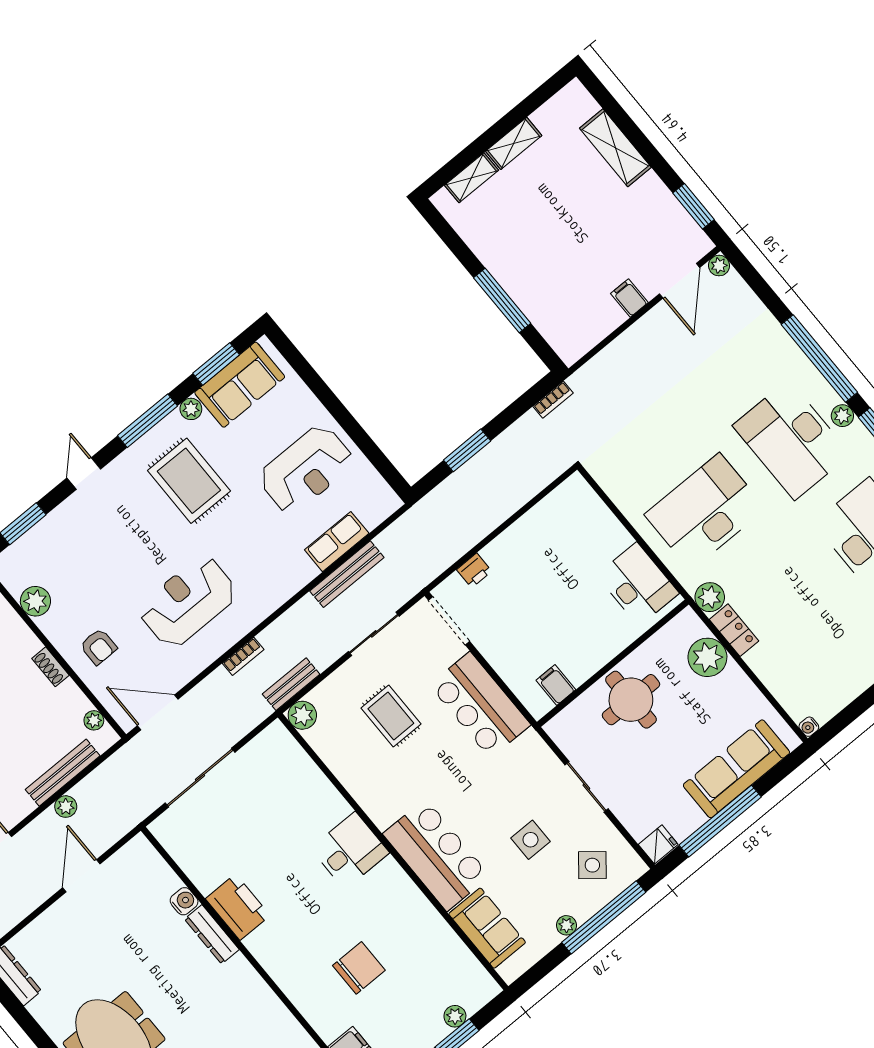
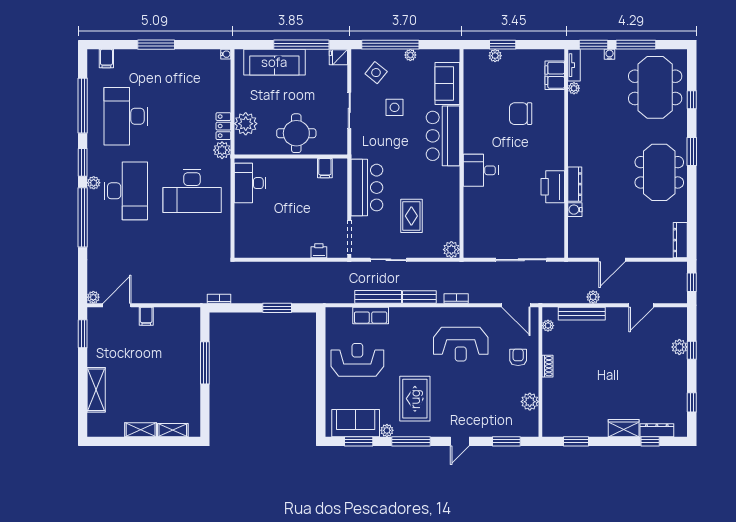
bench: (291, 684) -> (419, 297), moved

